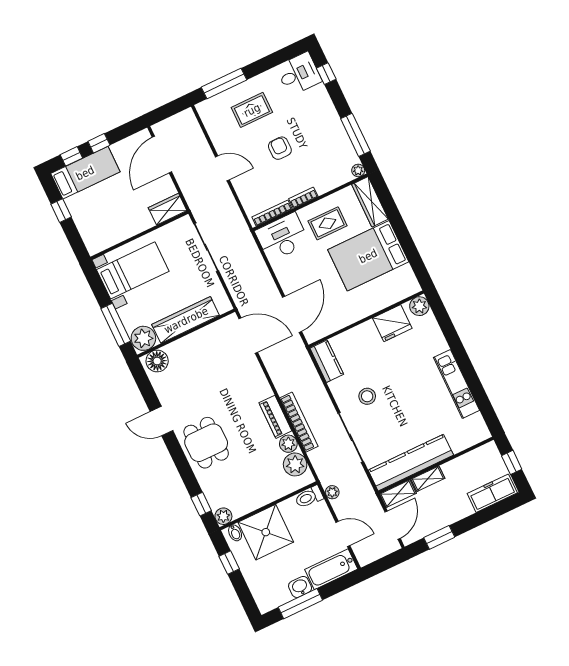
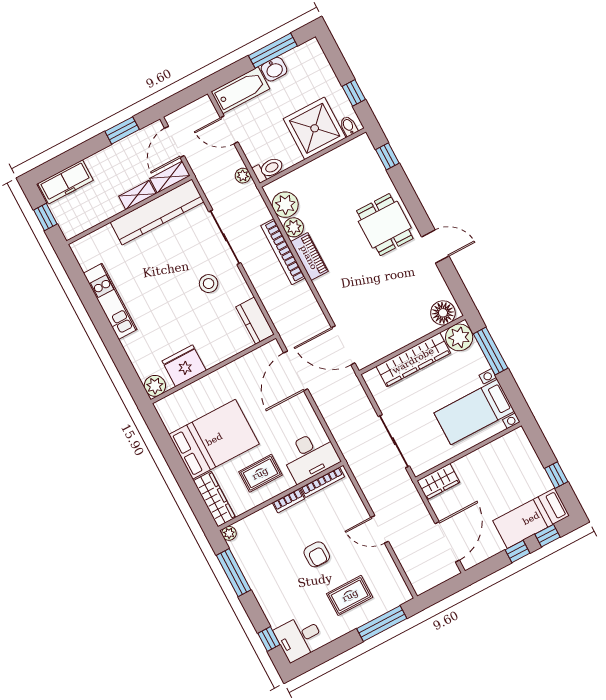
plant: (223, 516) -> (362, 144), removed

